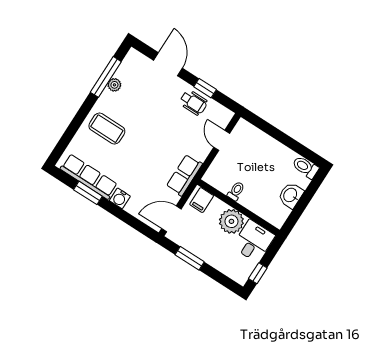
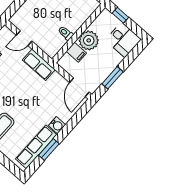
row of seats: (184, 175) -> (39, 65), moved
filing cabinet: (202, 200) -> (76, 52), moved
desk: (254, 241) -> (123, 40), moved, turned 180
window: (258, 273) -> (120, 15), moved

